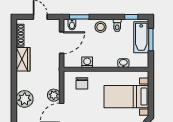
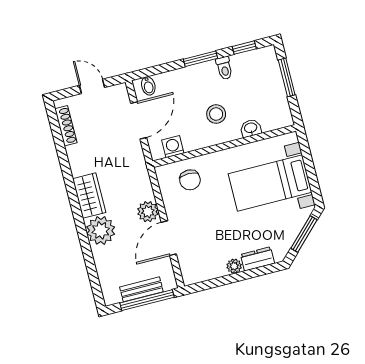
window: (79, 17) -> (200, 59), moved
stool: (101, 27) -> (216, 114), moved
bathtub: (141, 37) -> (269, 77), removed
wardrobe: (23, 59) -> (89, 196), moved
washing machine: (87, 62) -> (173, 147), moved

